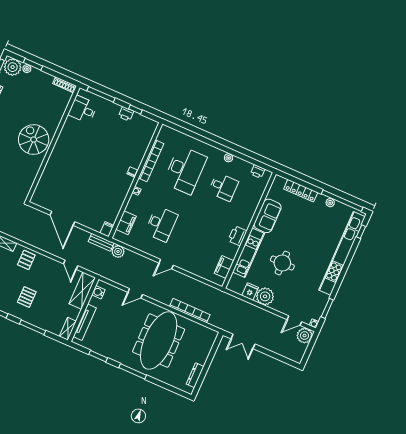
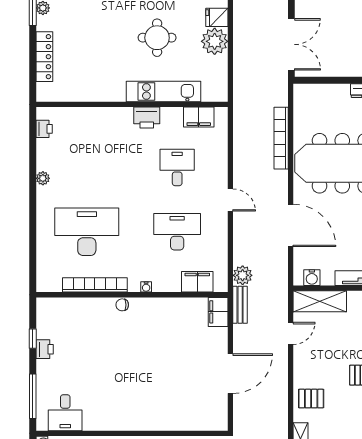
desk: (223, 187) -> (177, 167), moved
sofa: (268, 216) -> (100, 88), removed
filing cabinet: (107, 229) -> (218, 312), width x2.00
fridge: (250, 292) -> (217, 17), moved
door: (135, 293) -> (291, 225), width x1.87
double door: (243, 341) -> (291, 44), width x1.37

